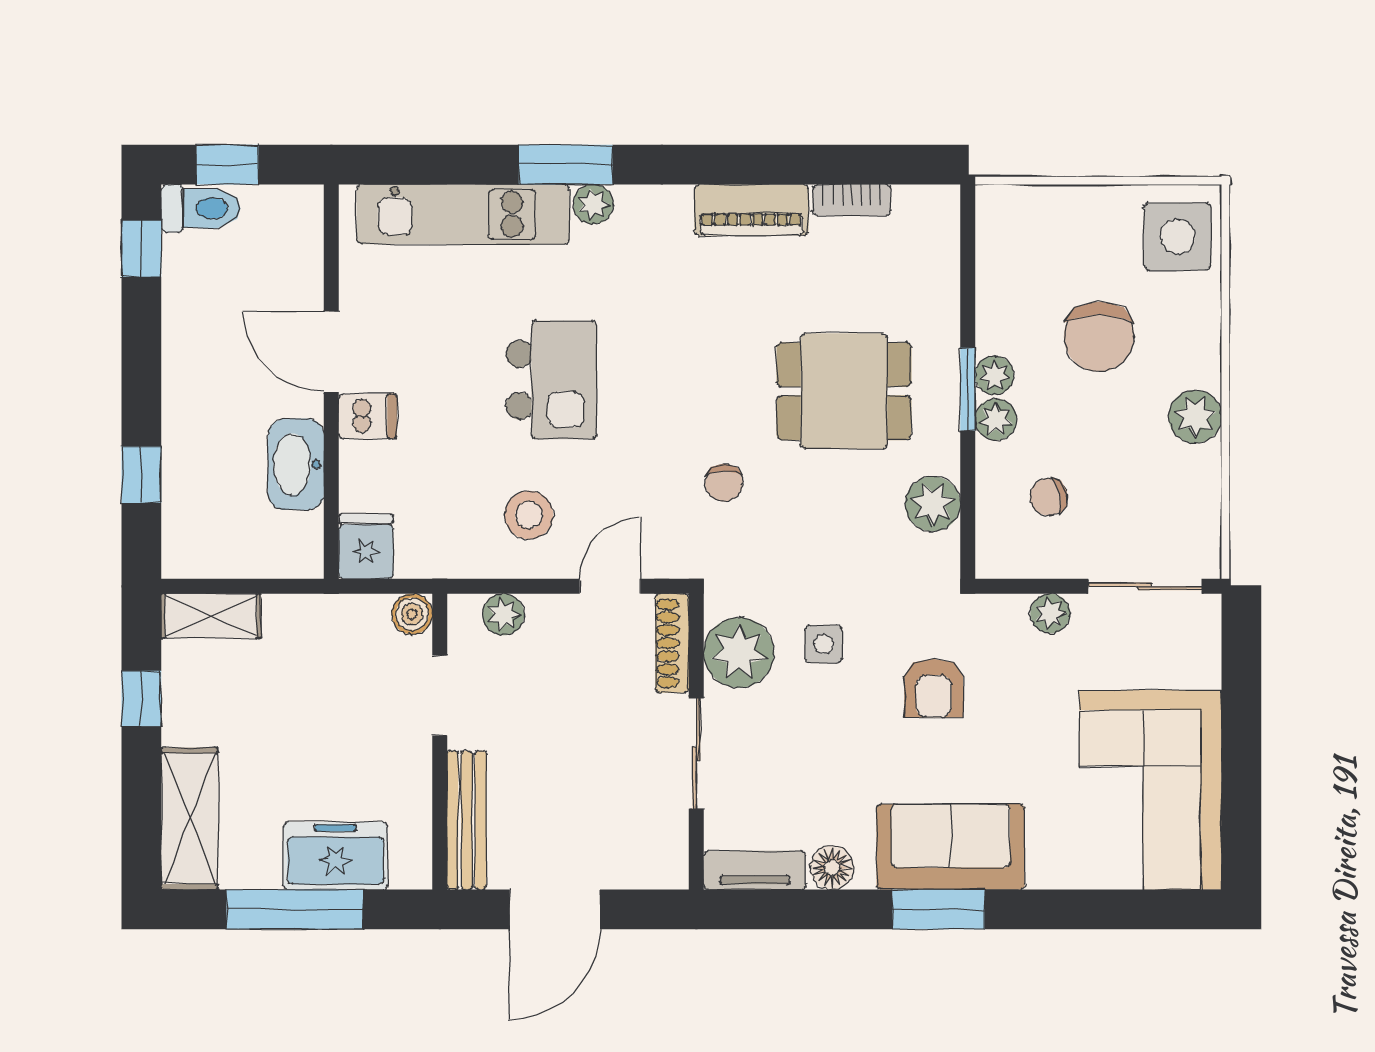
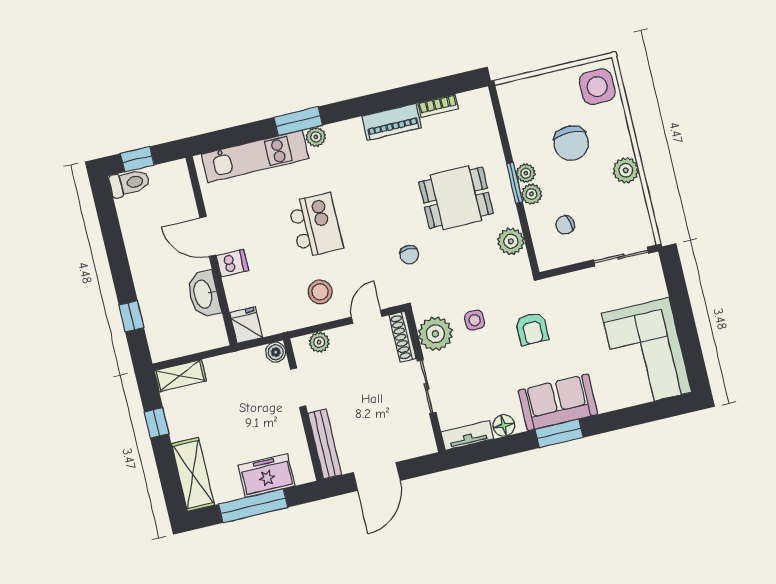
window: (141, 248) -> (106, 209), removed
plant: (1050, 613) -> (579, 280), removed

